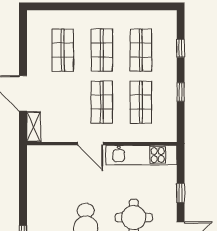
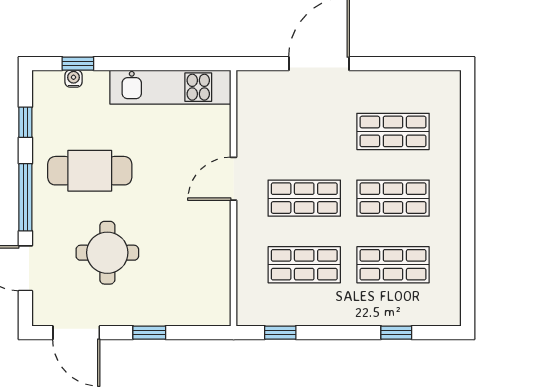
window: (181, 92) -> (280, 333), moved
shelving: (34, 127) -> (262, 82), removed
kitchen unit: (141, 155) -> (170, 87), moved, turned -90

